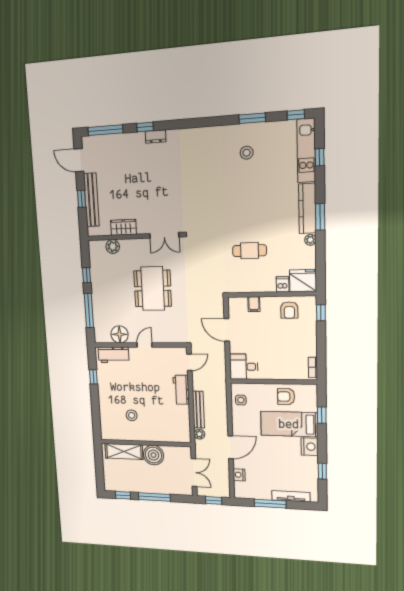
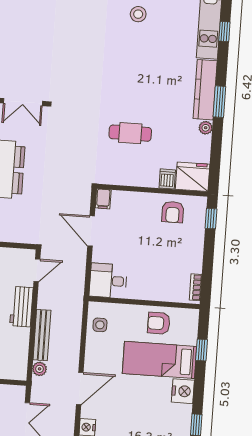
filing cabinet: (254, 304) -> (103, 199), moved

